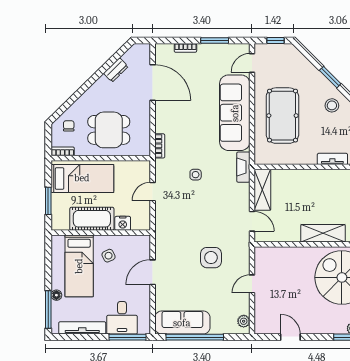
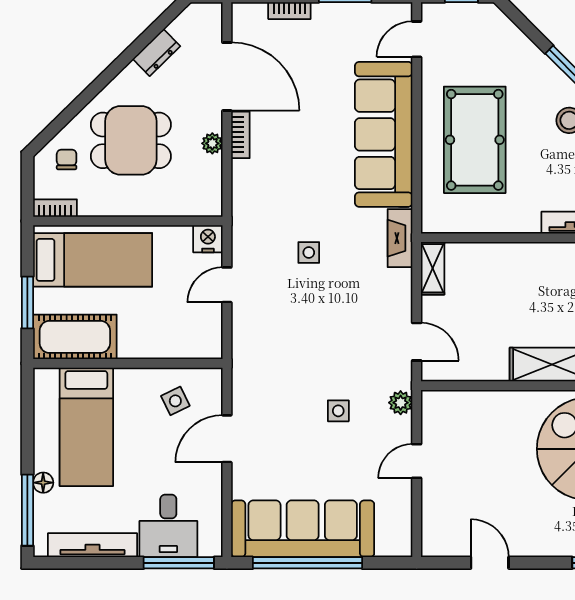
plant: (145, 117) -> (212, 143), added
dining table: (109, 130) -> (131, 140), moved
bookcase: (160, 146) -> (240, 135), moved
shelving: (262, 190) -> (433, 268), width x0.67, depth x0.75
cot: (92, 219) -> (75, 337), moved
nightstand: (123, 223) -> (208, 239), moved, turned 180
side table: (109, 256) -> (175, 401), moved
side table: (211, 258) -> (338, 411), width x0.54, depth x0.54
plant: (244, 321) -> (401, 403), moved
sofa: (182, 323) -> (303, 529), width x1.36, depth x1.27

